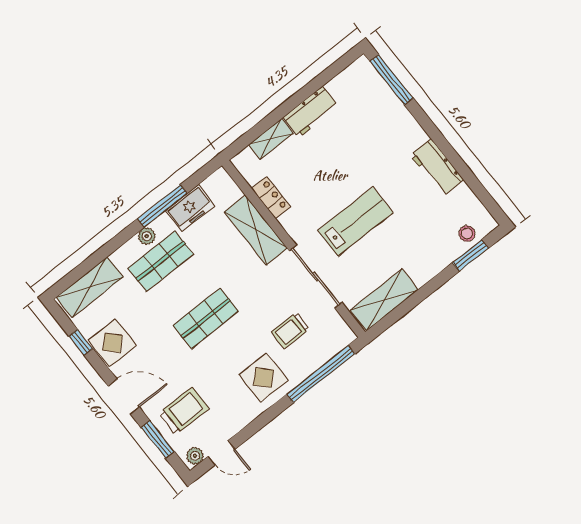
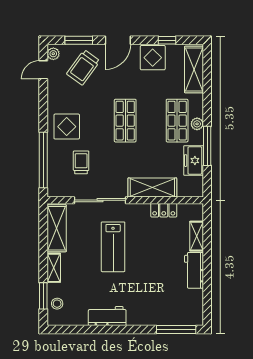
shelving: (430, 268) -> (54, 268), added
trolley: (184, 411) -> (83, 67), turned 36

